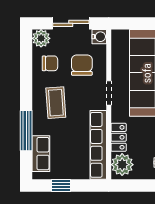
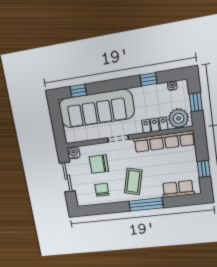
plant: (41, 38) -> (83, 199), removed
coffee table: (56, 103) -> (133, 181), turned -71
window: (26, 131) -> (146, 204), moved
window: (137, 186) -> (196, 102), added

